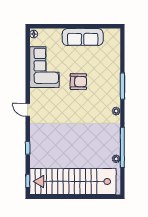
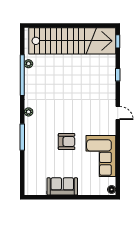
sofa: (83, 37) -> (62, 186), width x0.73
armchair: (78, 82) -> (67, 142), turned 180

